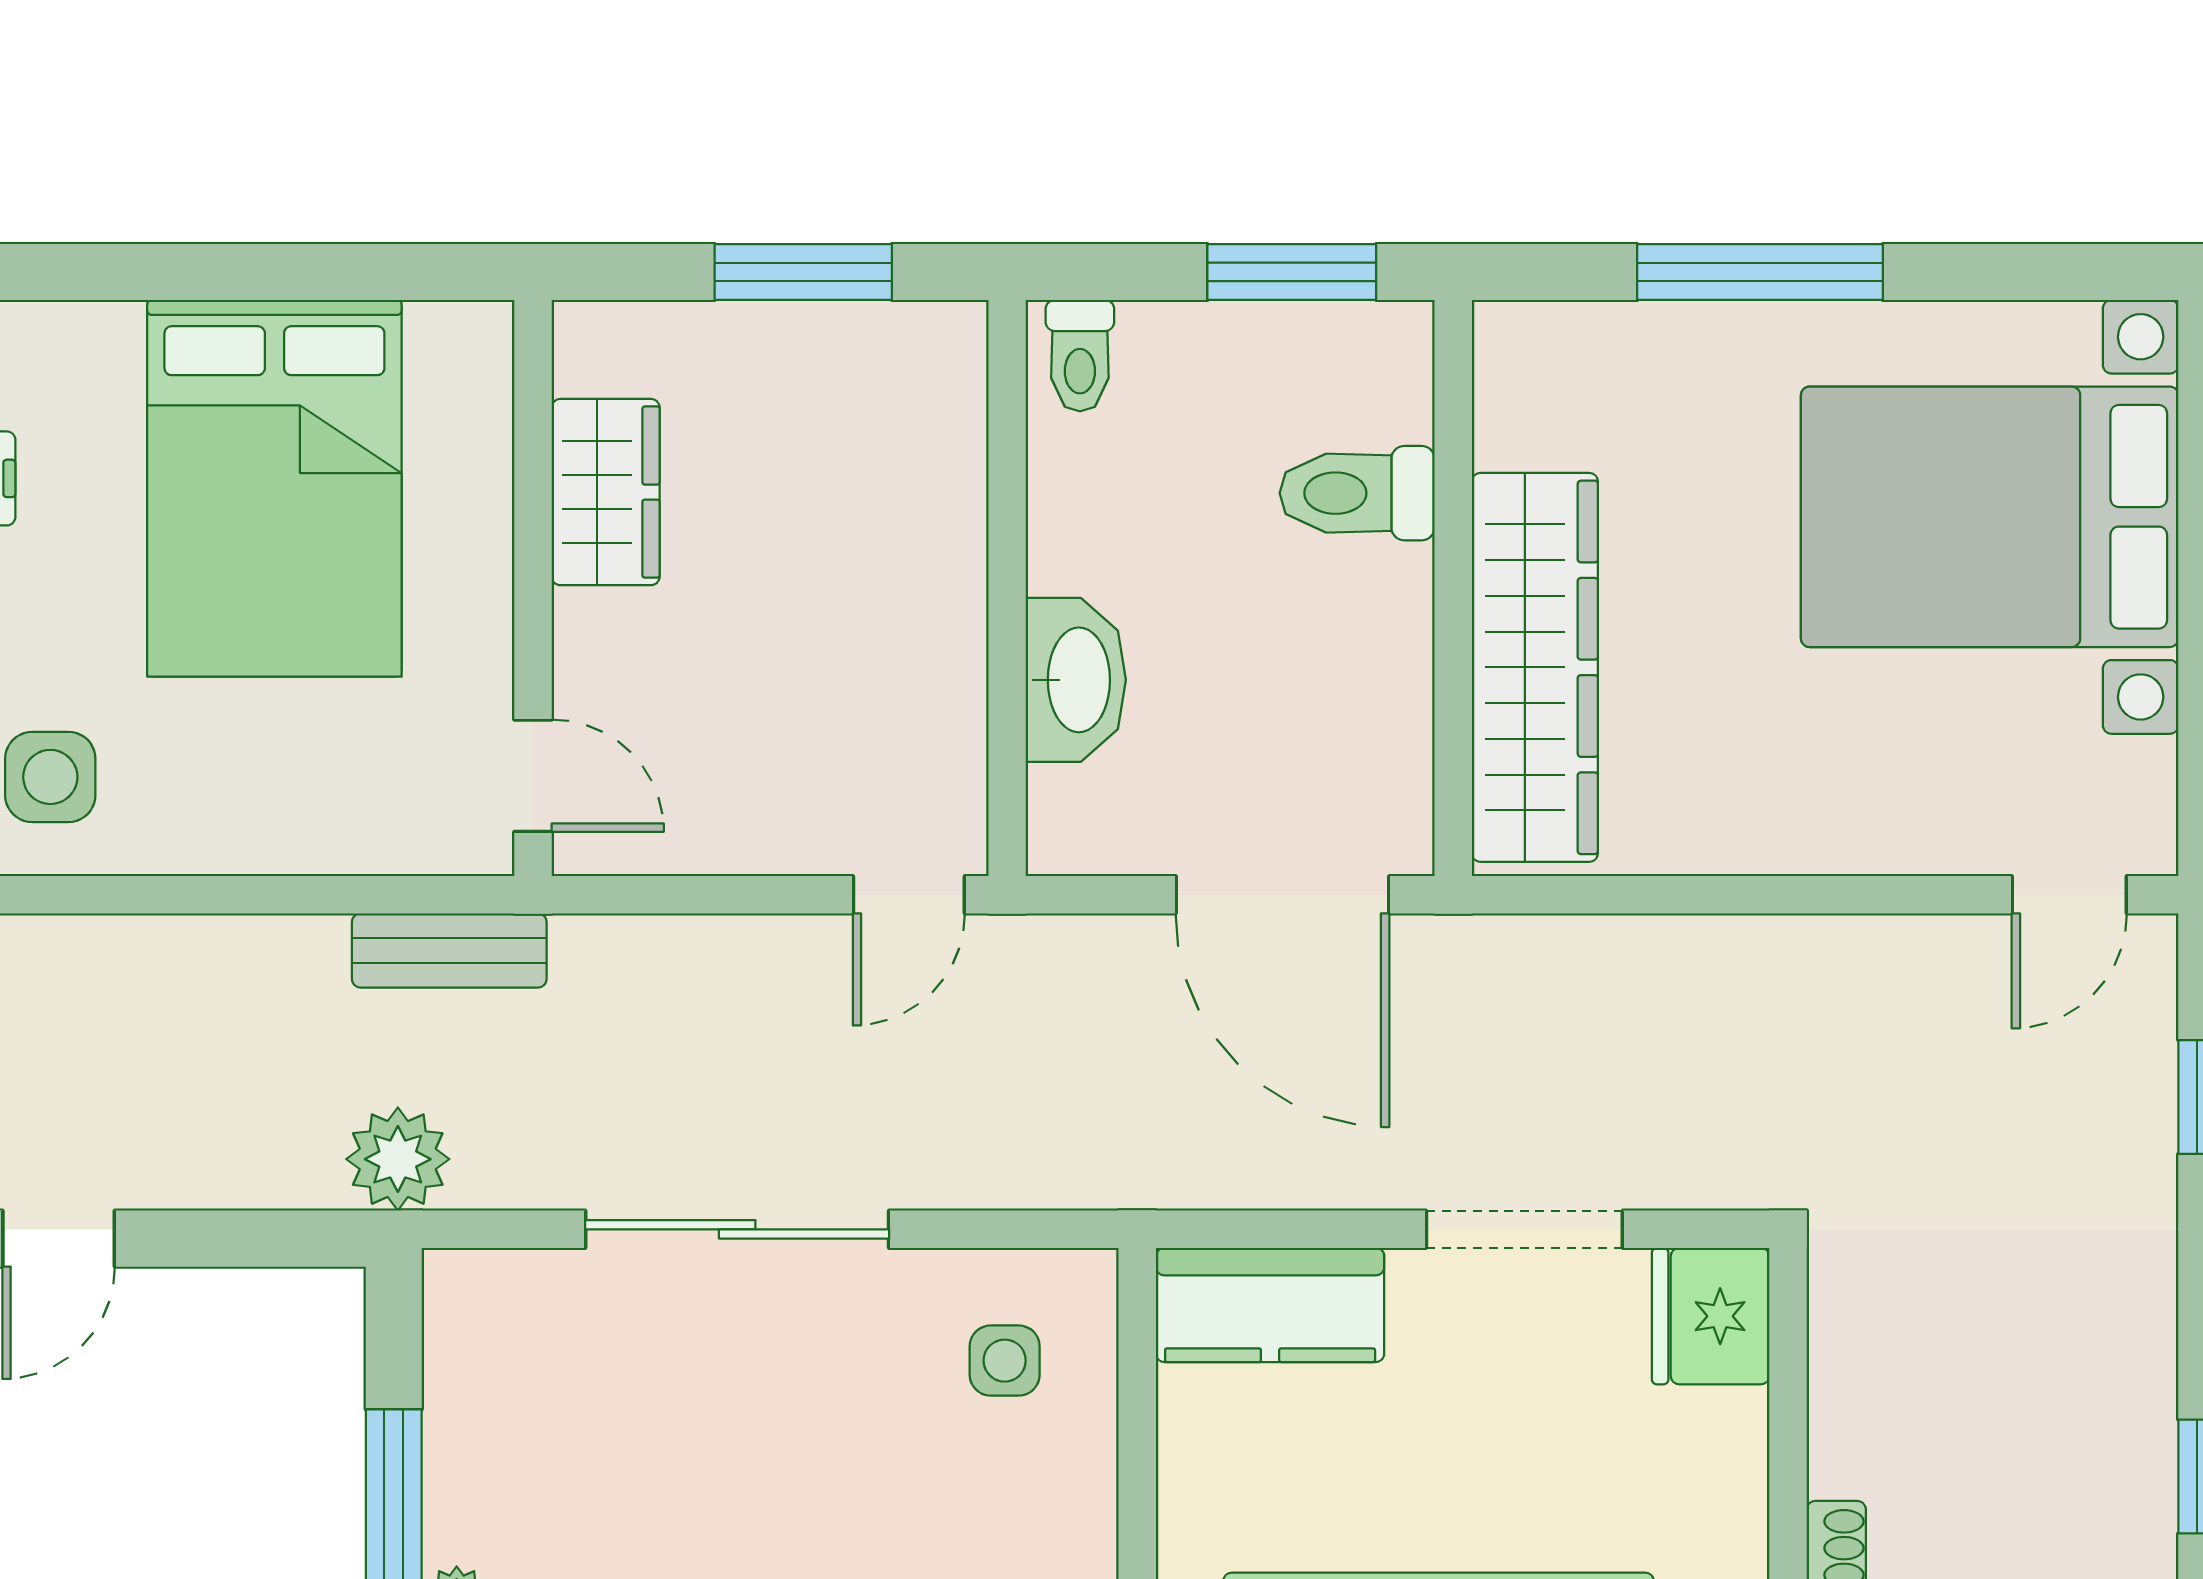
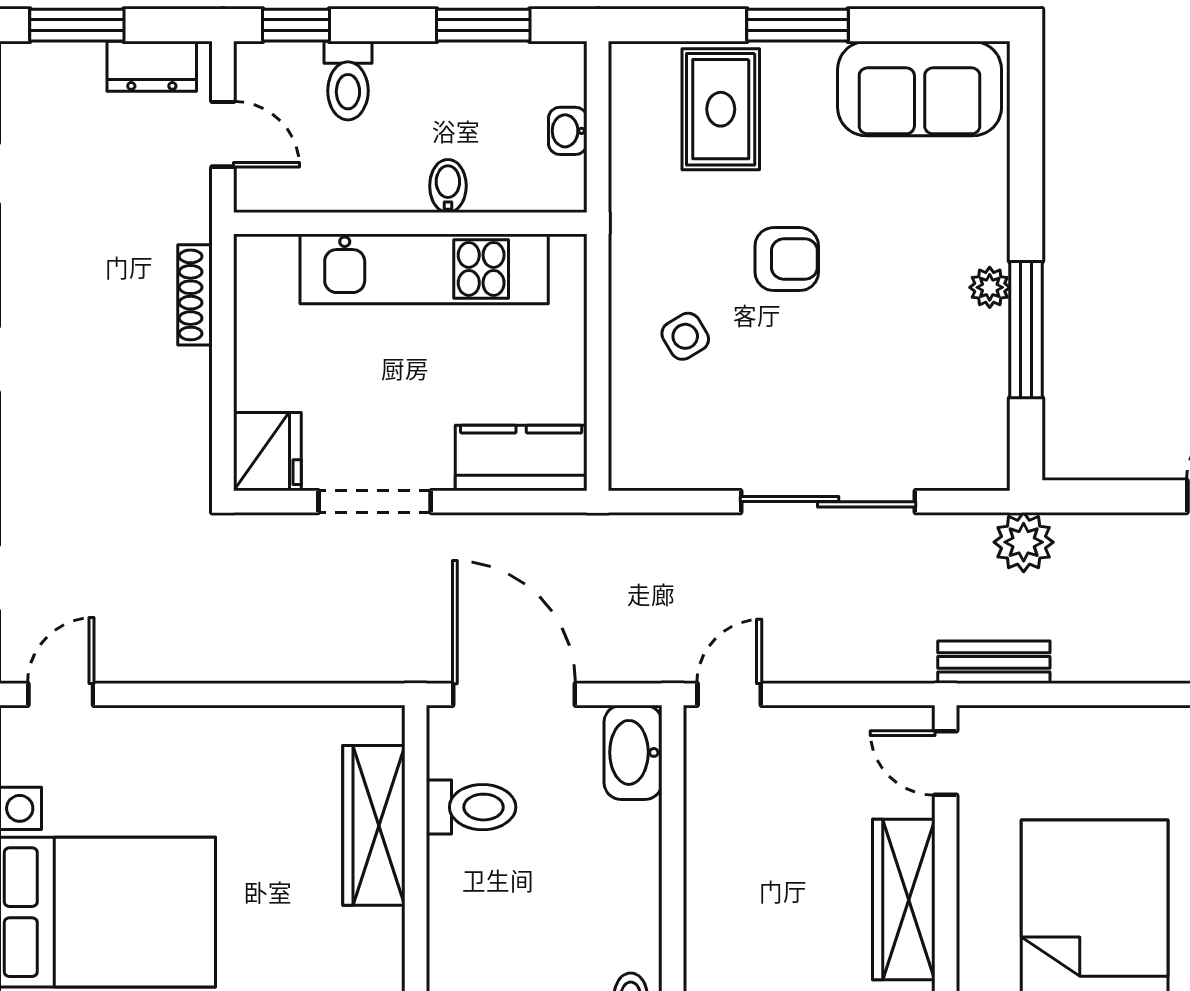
wardrobe: (606, 492) -> (904, 900), width x1.50
toilet: (1357, 493) -> (471, 807), moved
wardrobe: (1535, 667) -> (374, 825), width x0.71, depth x0.85
washbasin: (1076, 680) -> (633, 752), moved
side table: (1005, 1361) -> (685, 336), moved, turned -31

